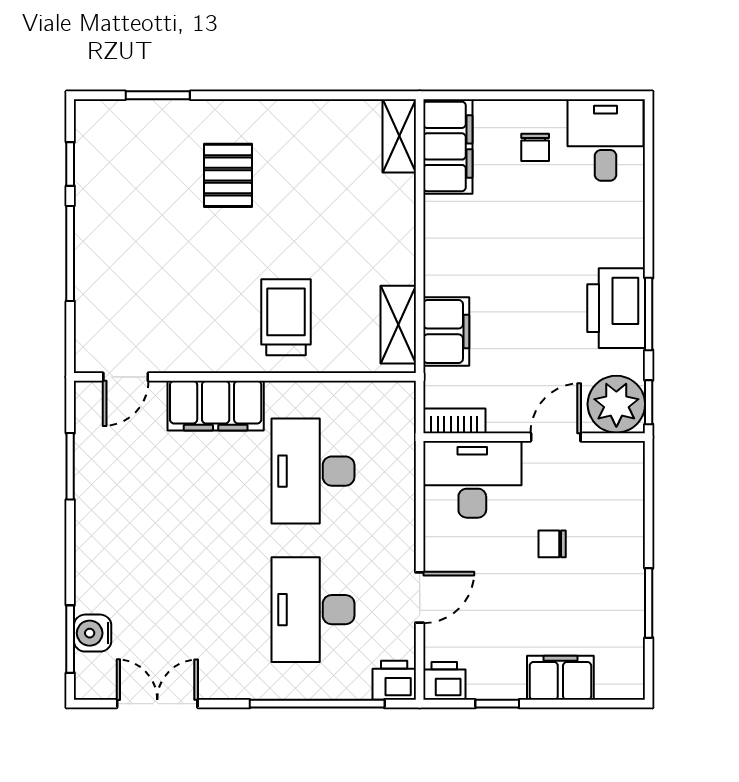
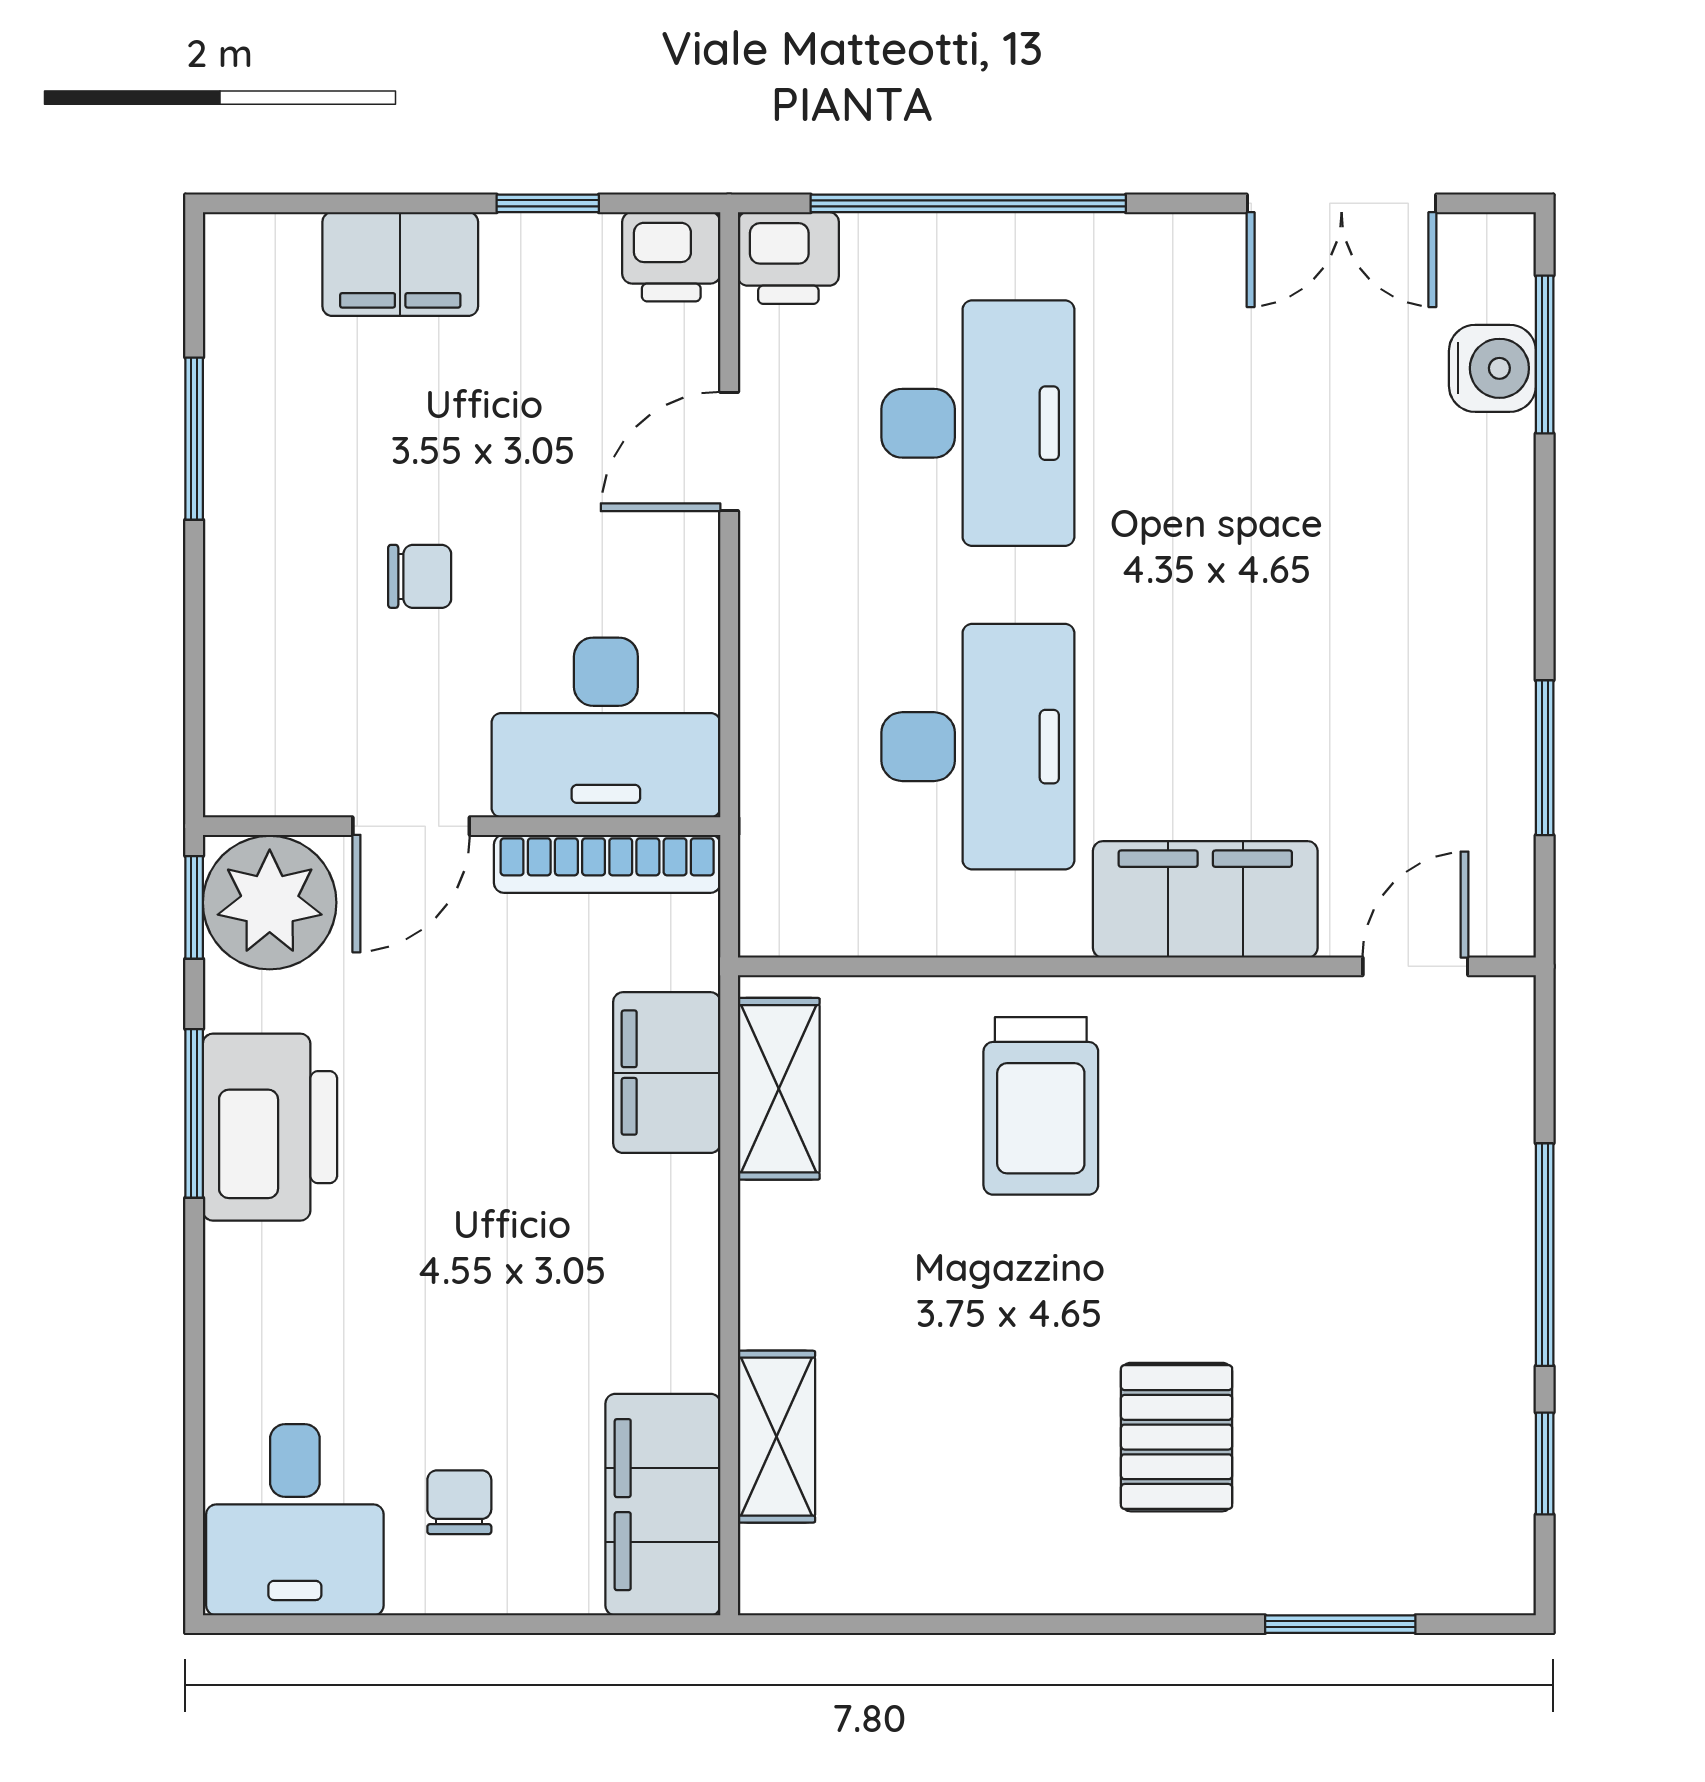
shelving: (399, 136) -> (777, 1437), moved
bookcase: (454, 421) -> (607, 864), width x1.56

